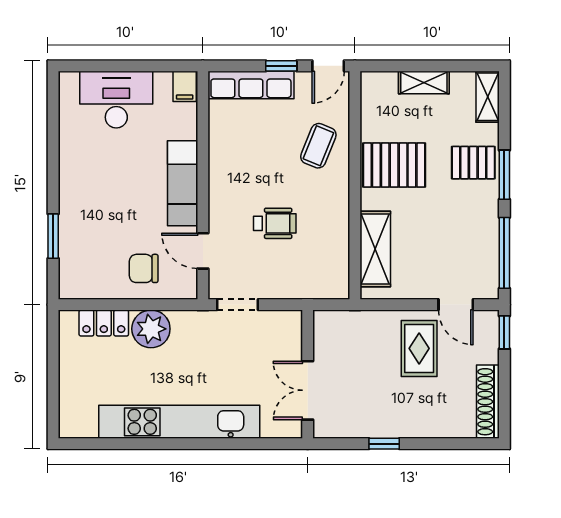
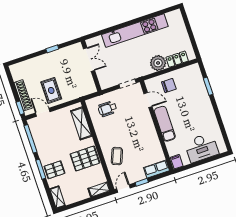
shelving: (424, 82) -> (99, 189), moved
row of seats: (251, 85) -> (156, 169), width x0.68
wheelchair: (275, 223) -> (107, 109), moved
shoe rack: (488, 402) -> (23, 95), moved

